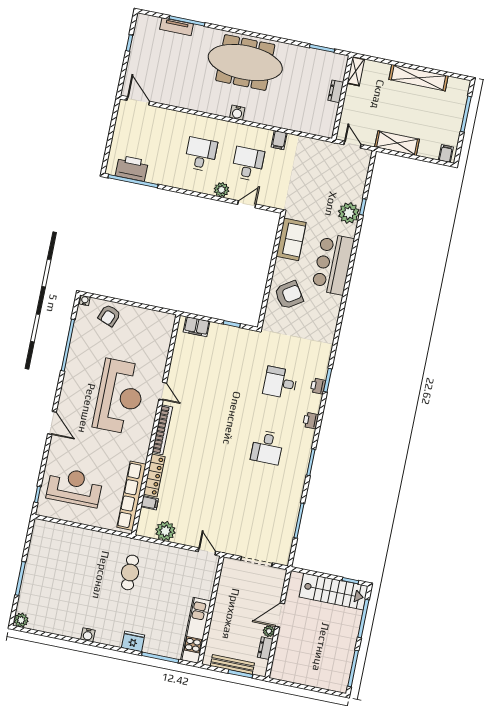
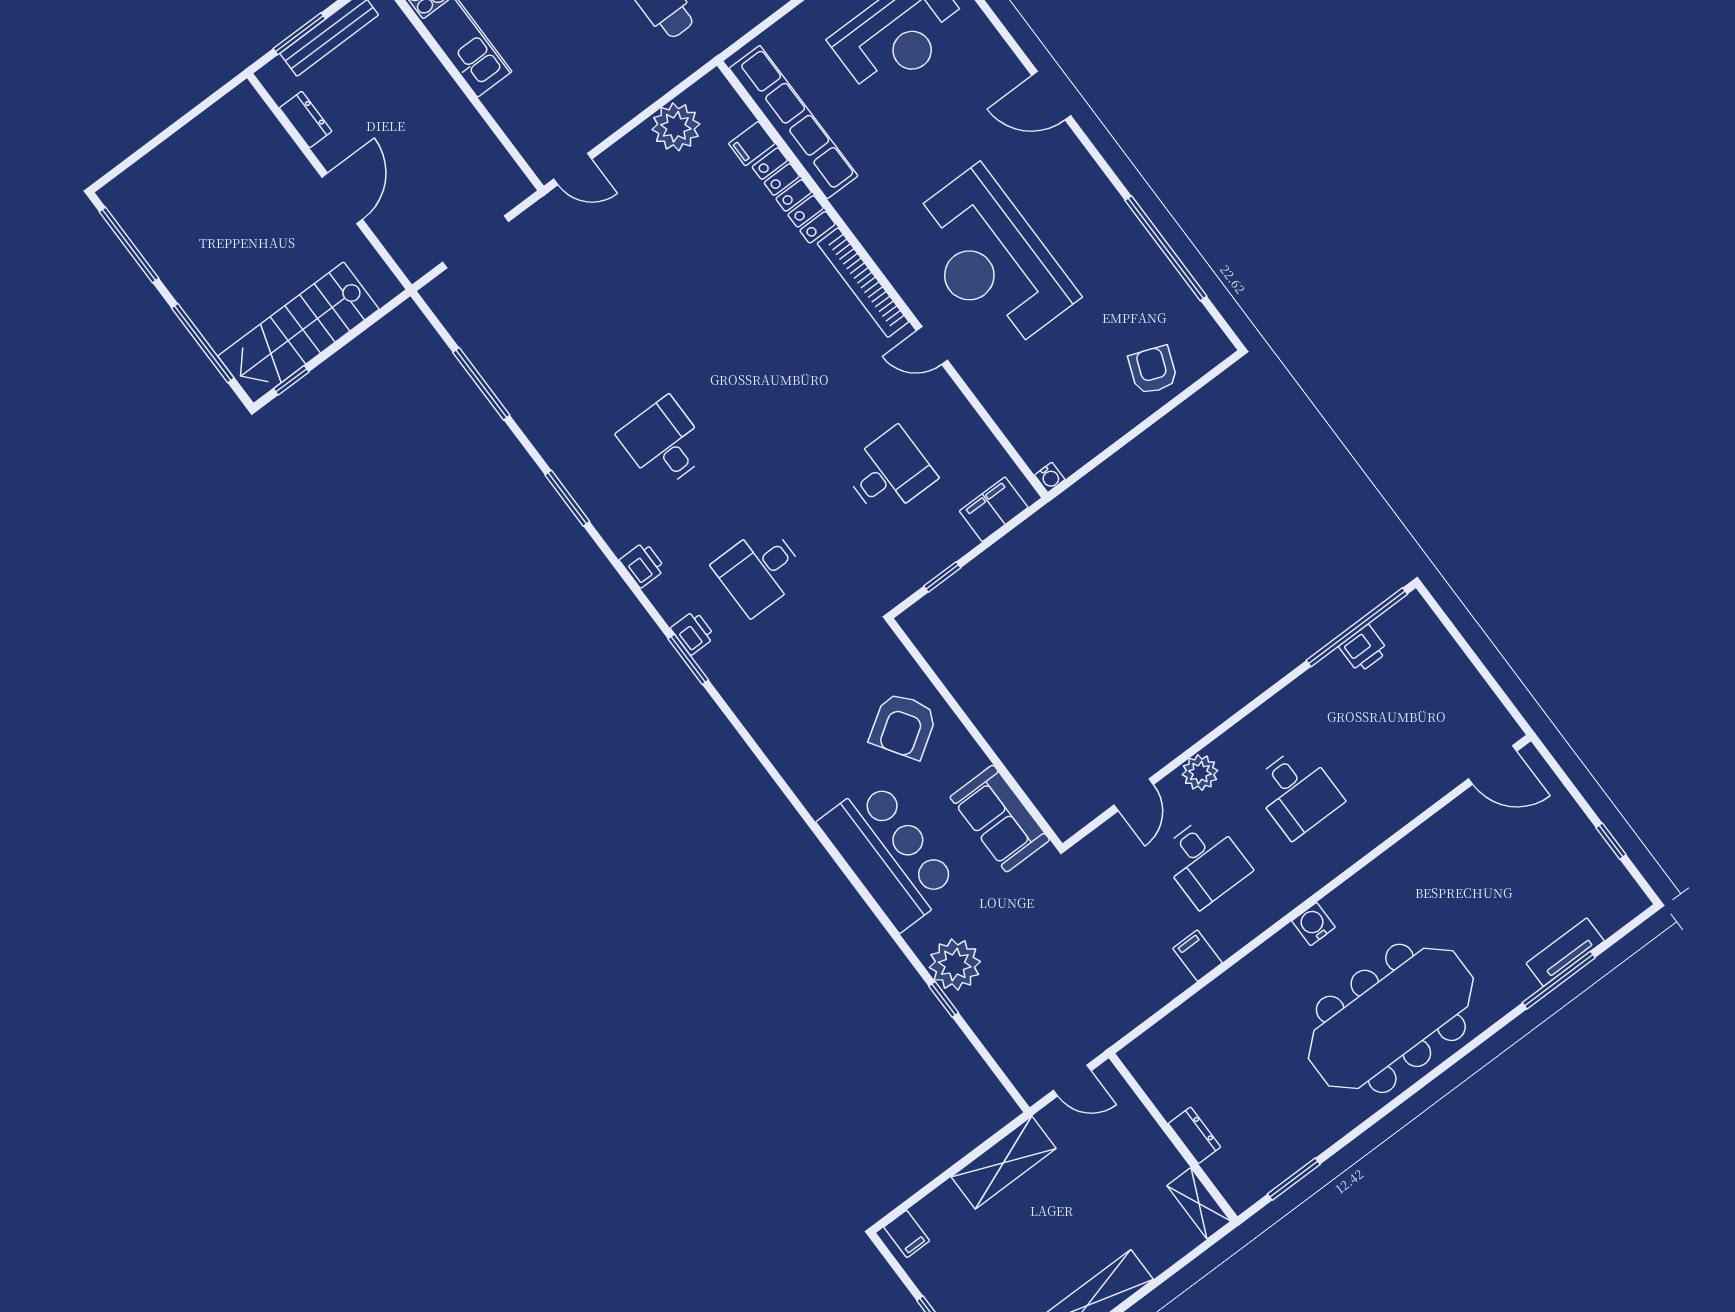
printer: (132, 168) -> (1364, 649), width x0.53, depth x0.68
water cooler: (85, 300) -> (1050, 477), moved
desk: (214, 369) -> (889, 473), added
desk: (280, 383) -> (759, 570), turned 180
plant: (269, 631) -> (331, 153), removed

